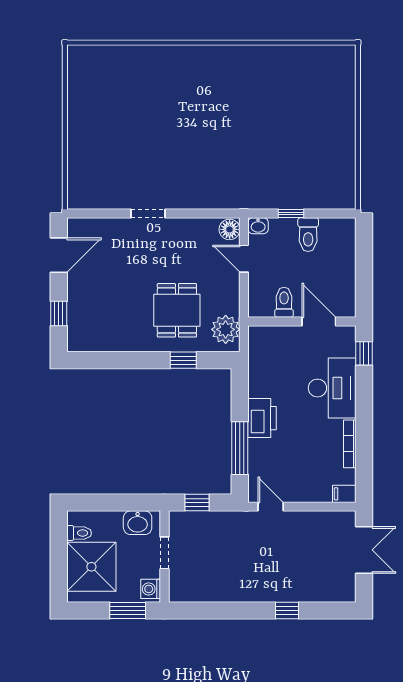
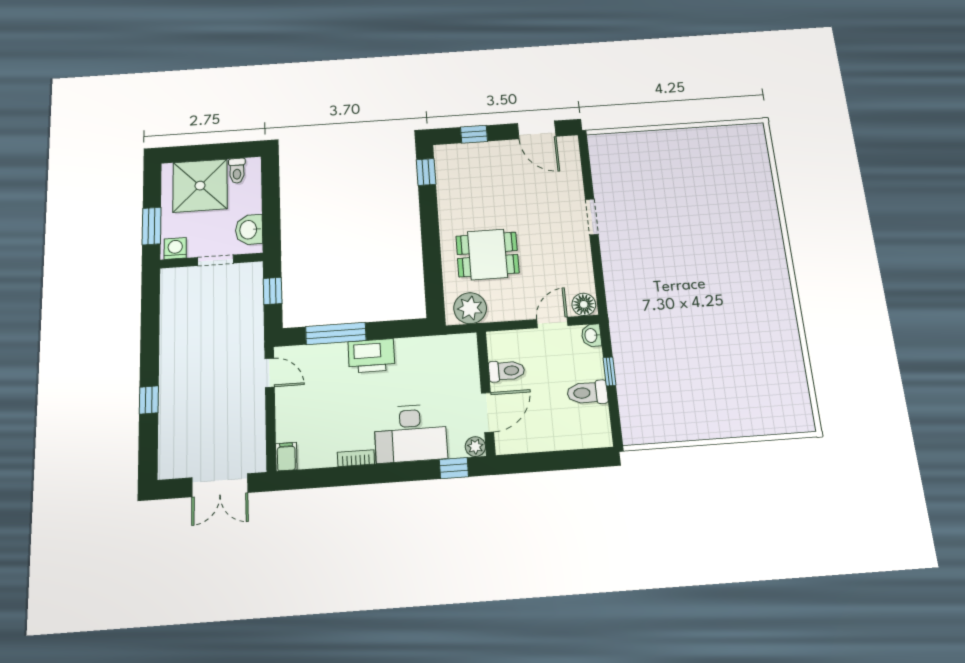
plant: (347, 334) -> (475, 447), added
window: (183, 360) -> (426, 172), moved
bookcase: (350, 444) -> (356, 458), width x0.64
door: (271, 507) -> (270, 373), hinge flipped

